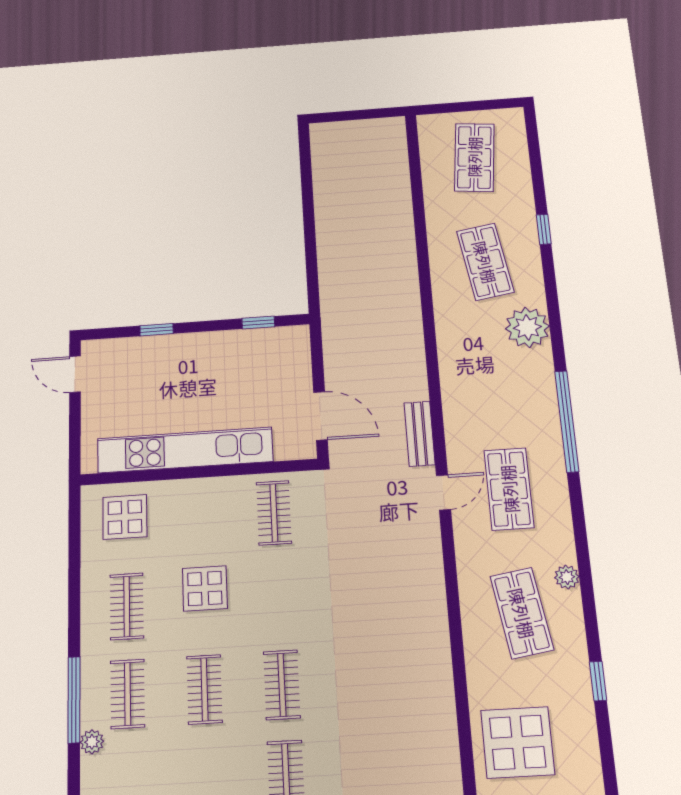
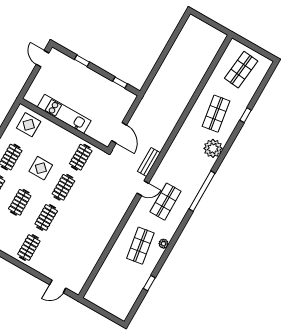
kitchen unit: (185, 450) -> (64, 114), width x0.73
clothes rail: (278, 597) -> (63, 187), added
display table: (518, 742) -> (110, 285), removed

